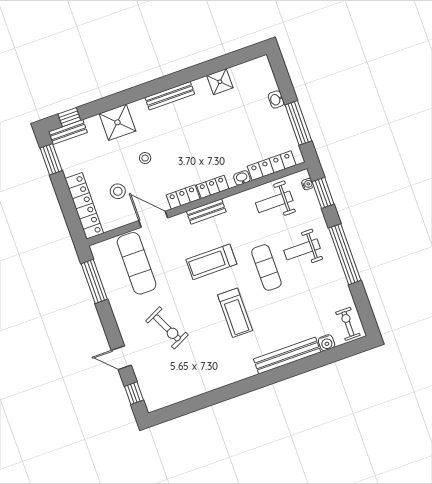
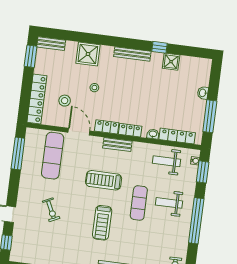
window: (69, 117) -> (159, 47), moved
exercise bike: (167, 328) -> (51, 210), width x0.73, depth x0.72

